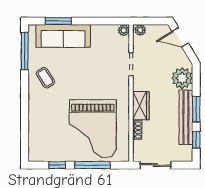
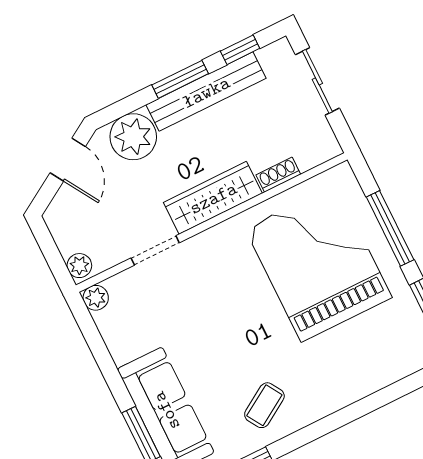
door: (180, 37) -> (68, 160), moved
wardrobe: (141, 106) -> (213, 198), width x1.50
grand piano: (93, 129) -> (318, 263), turned -90
sliding door: (155, 165) -> (317, 81), moved

